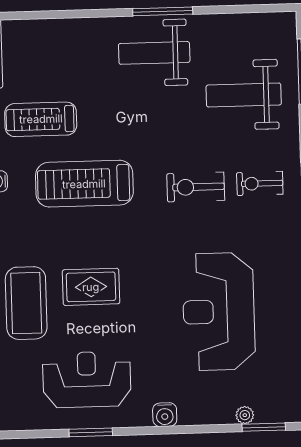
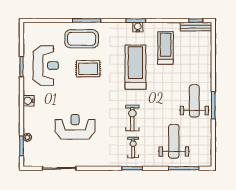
rug: (91, 287) -> (88, 69), turned 90
reception desk: (219, 312) -> (75, 127), width x0.74, depth x0.77

